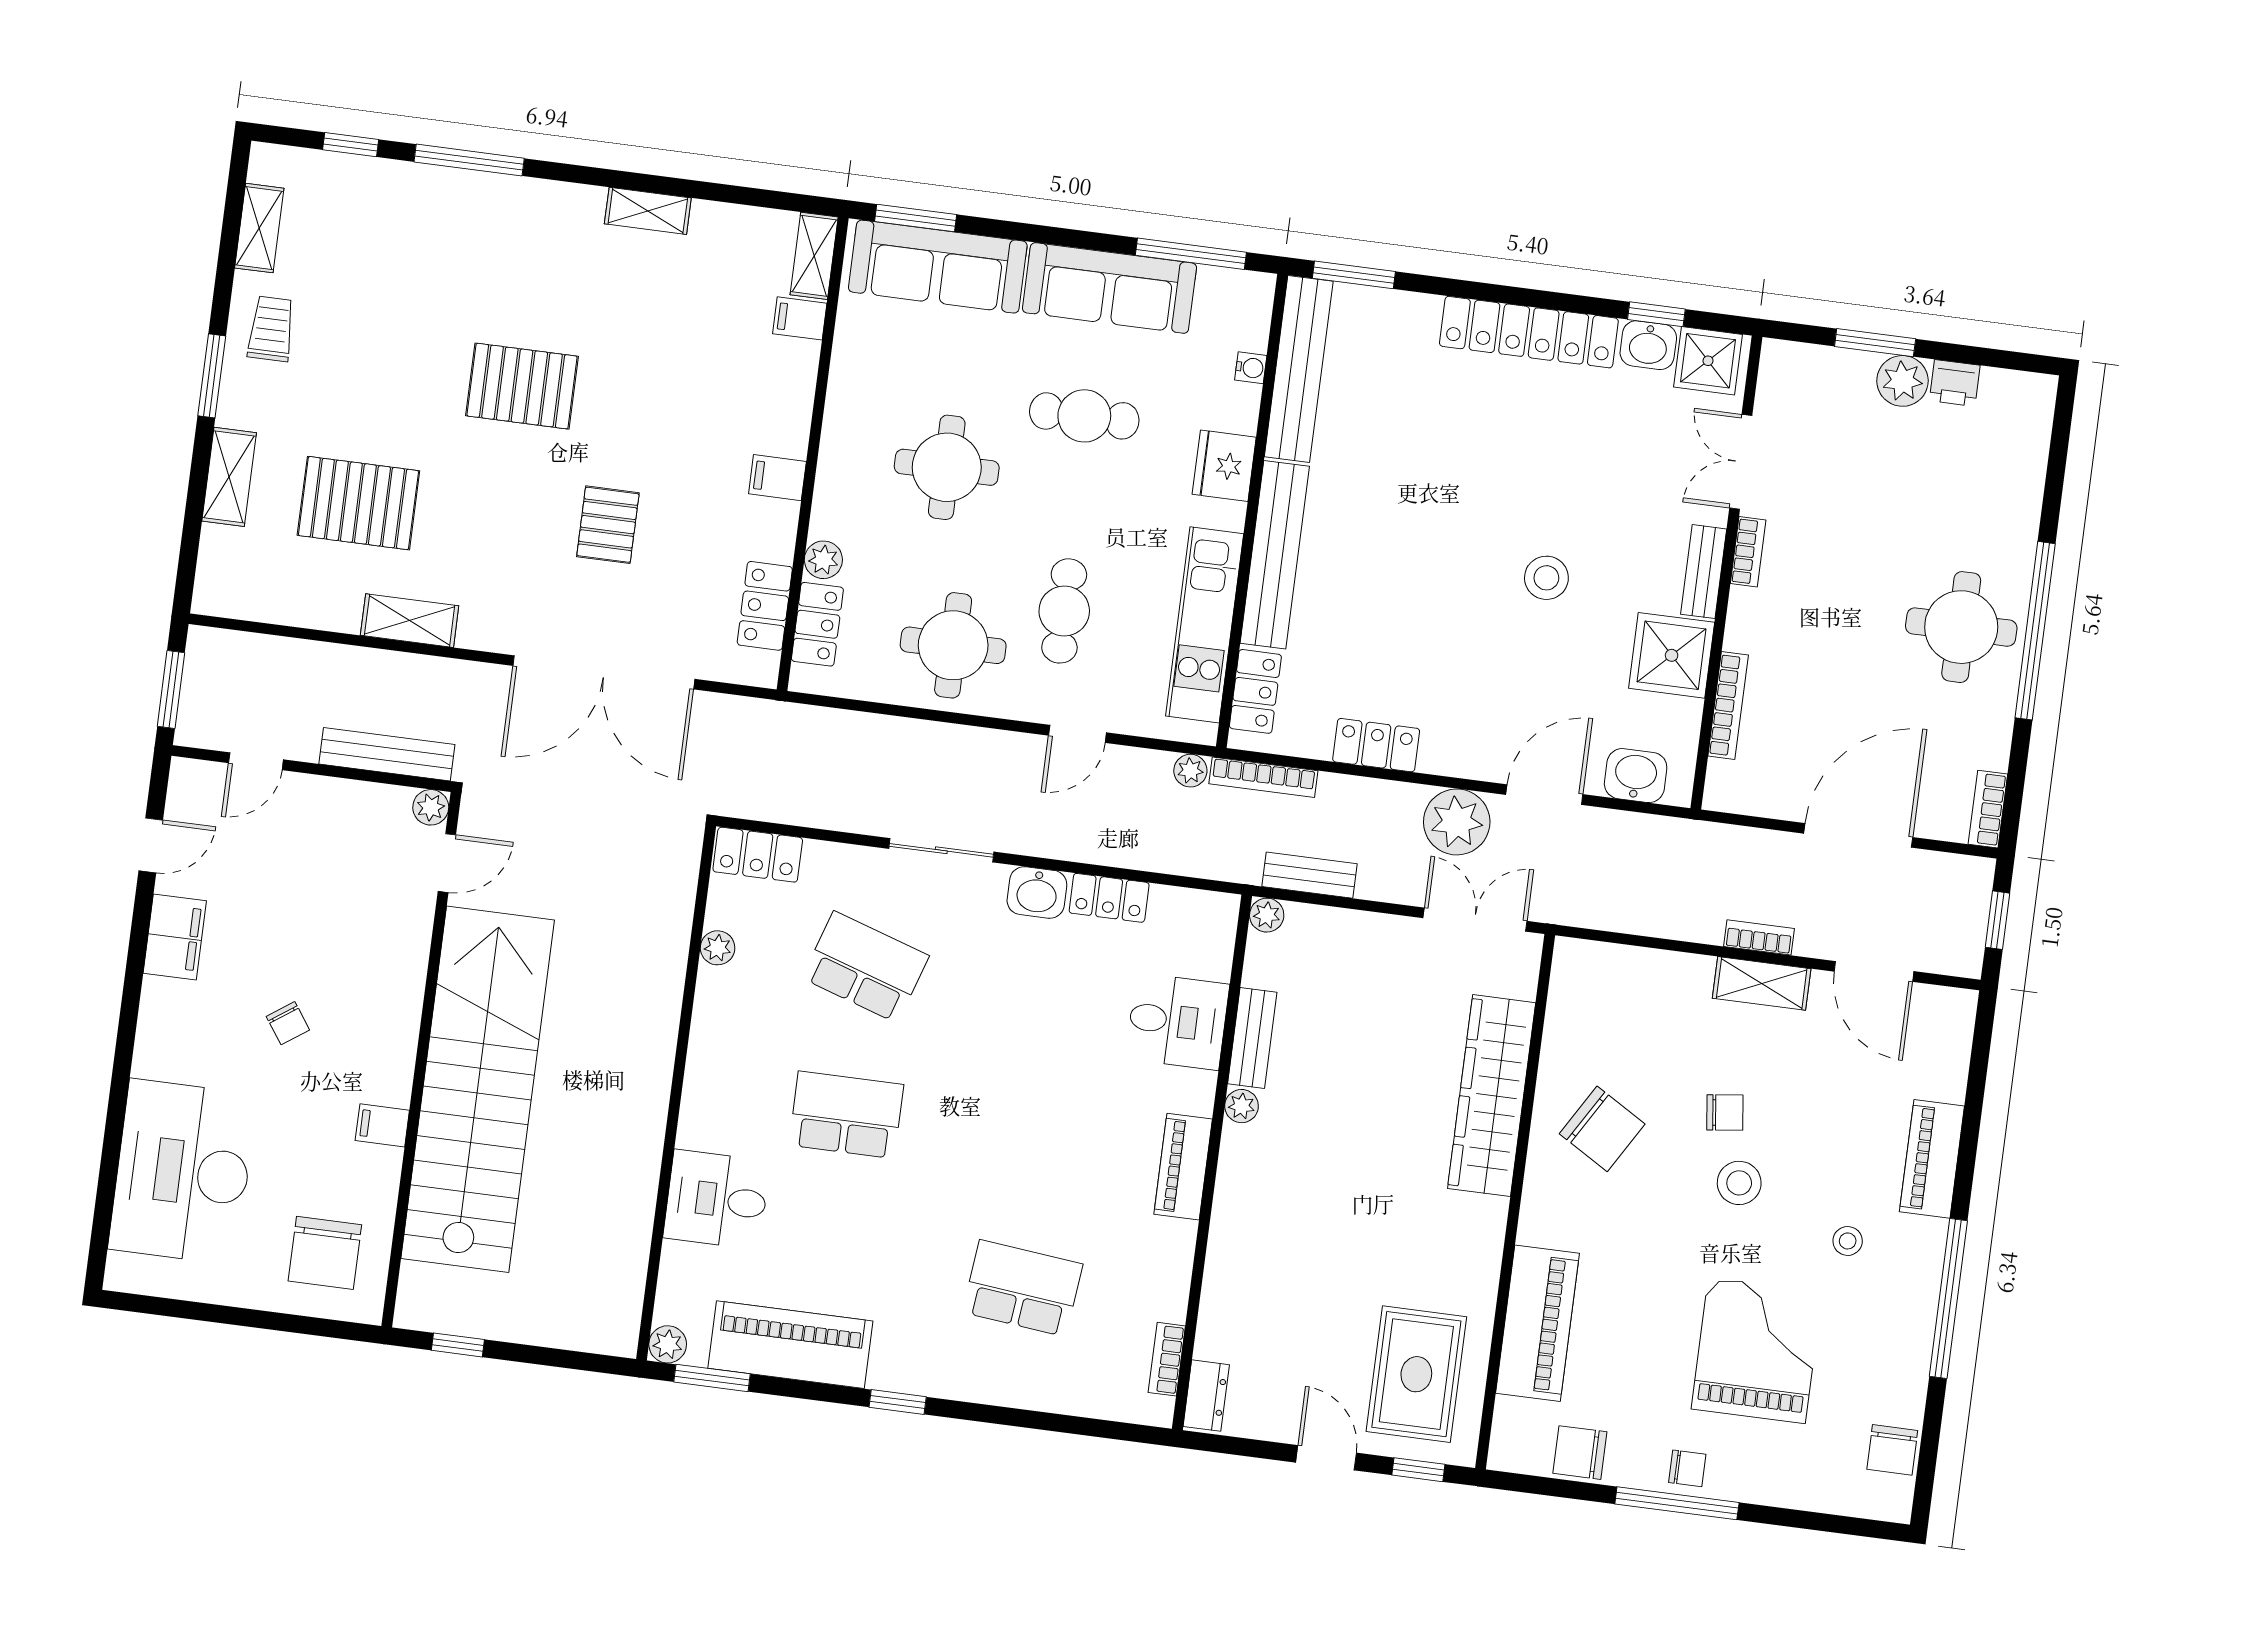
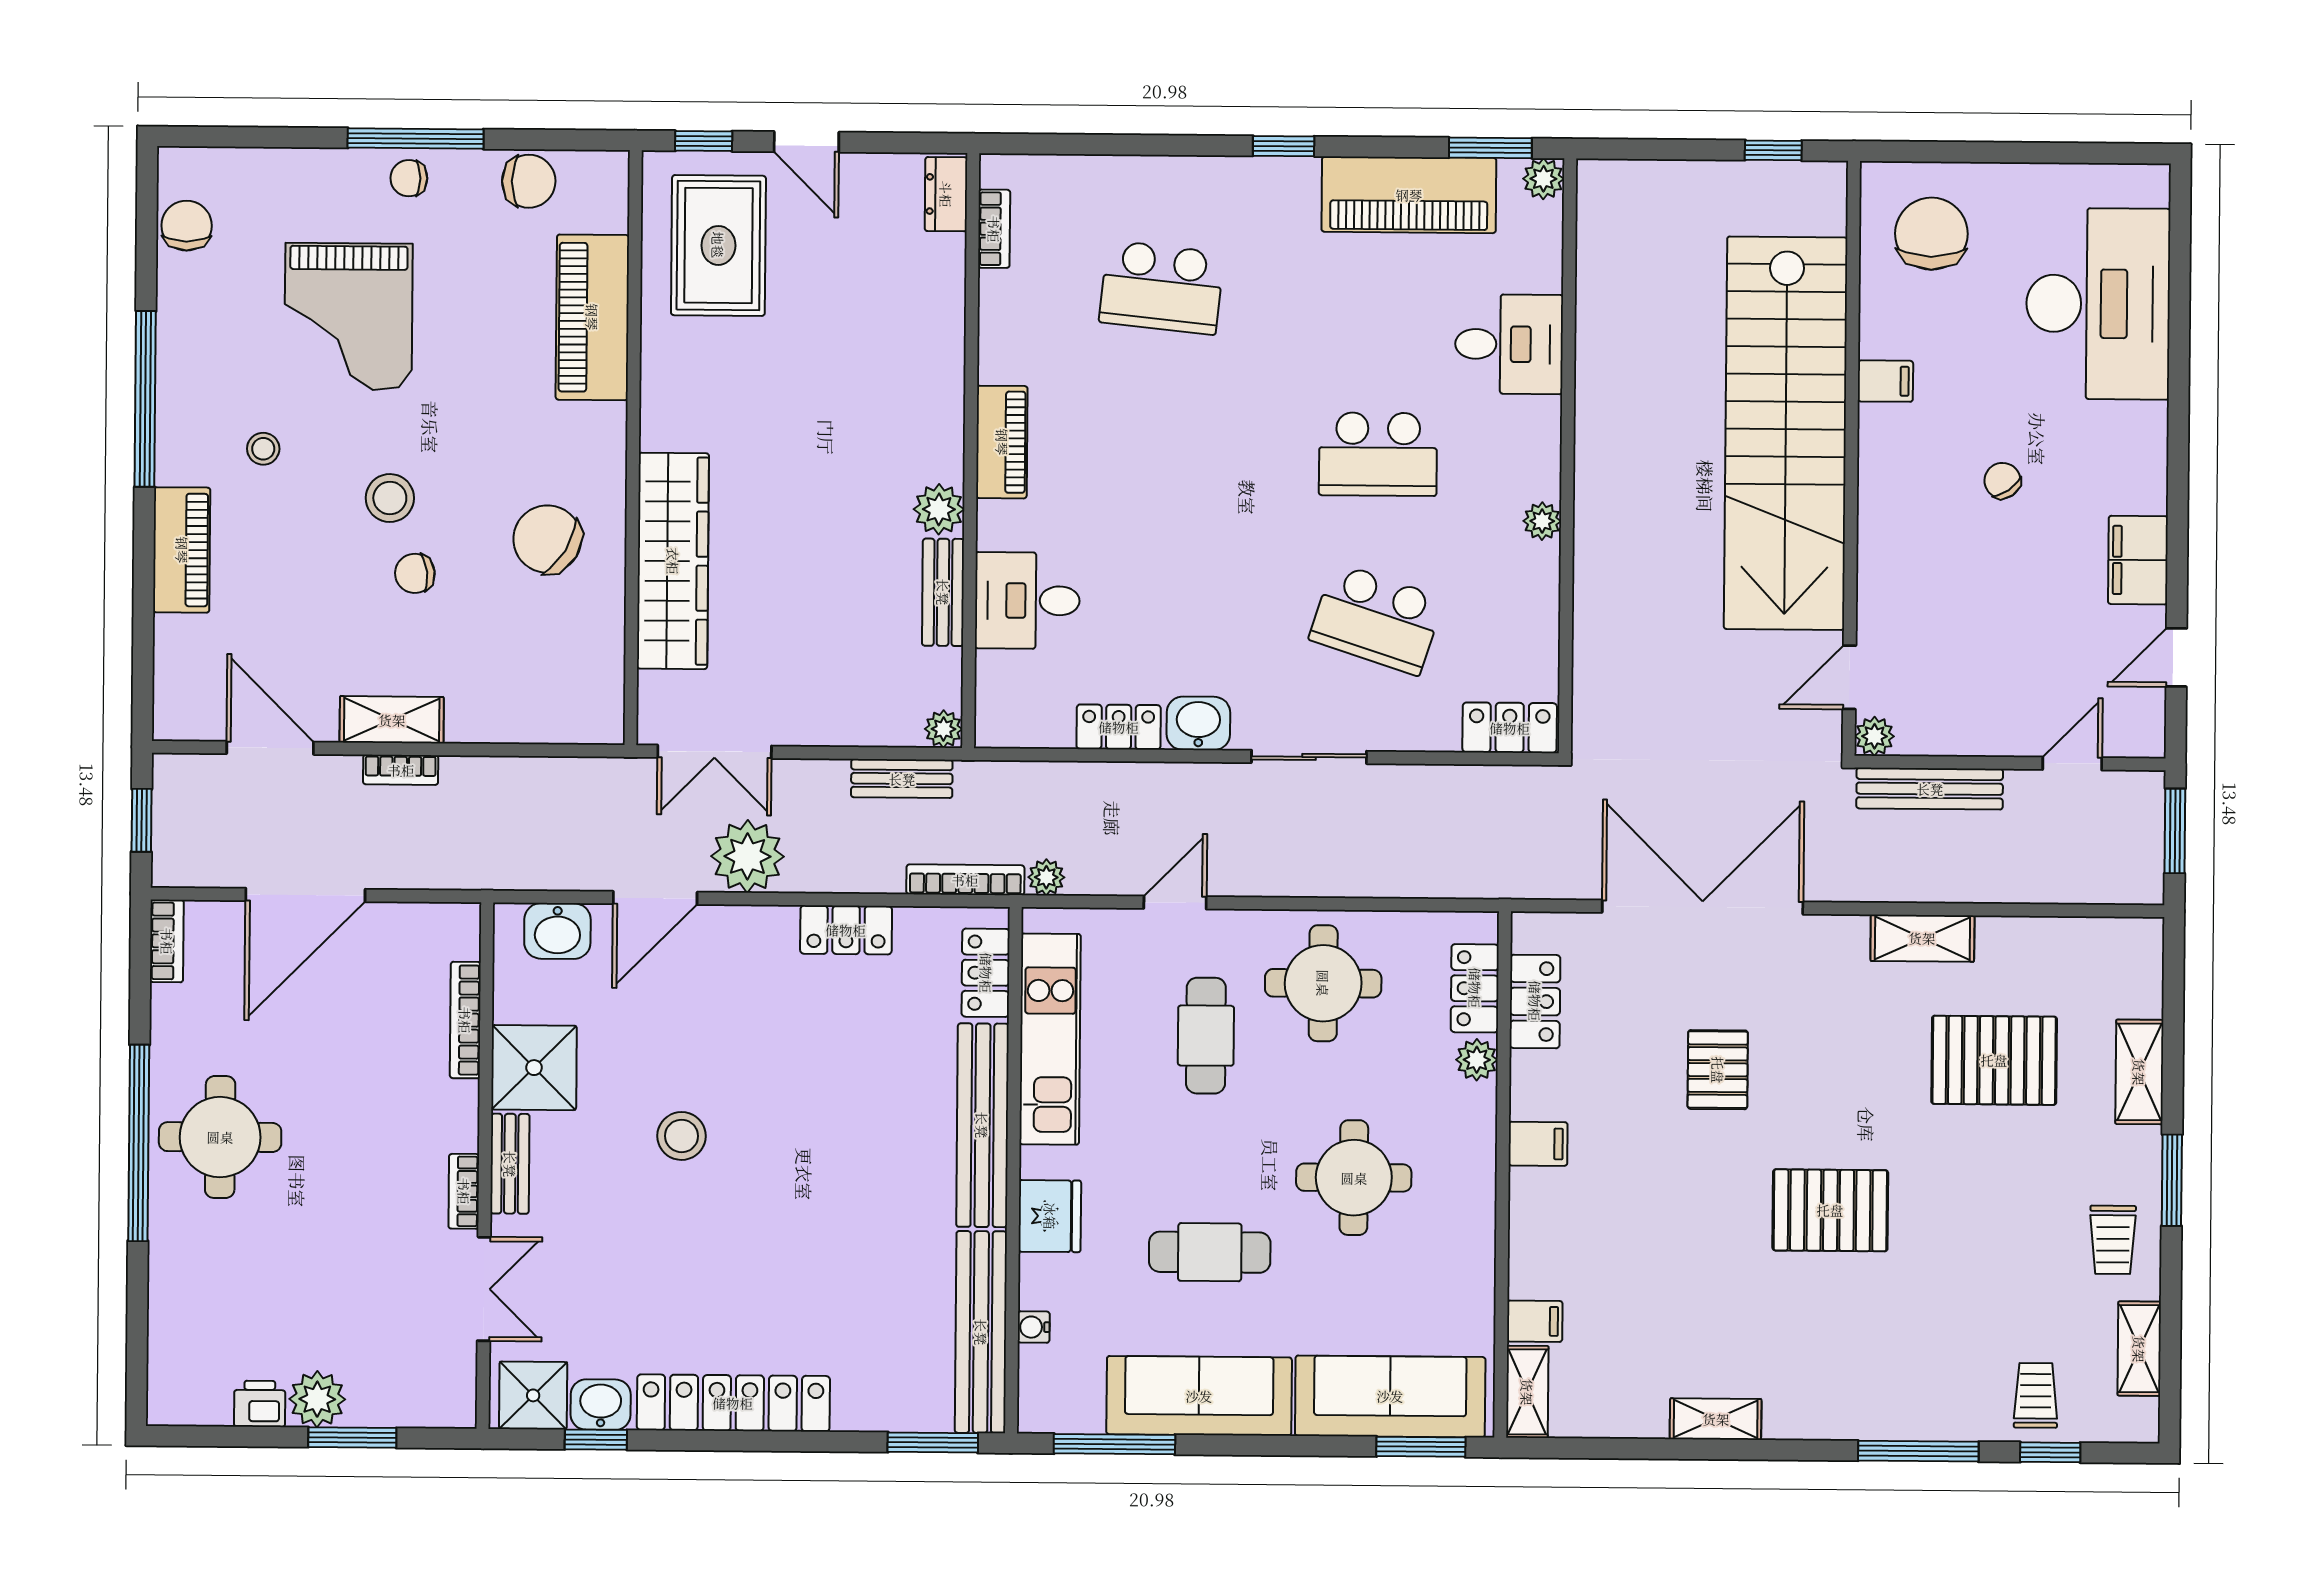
trolley: (358, 197) -> (2036, 1395), added
plant: (718, 948) -> (1542, 521), moved
plant: (1242, 1106) -> (939, 509), width x1.38, depth x1.38

